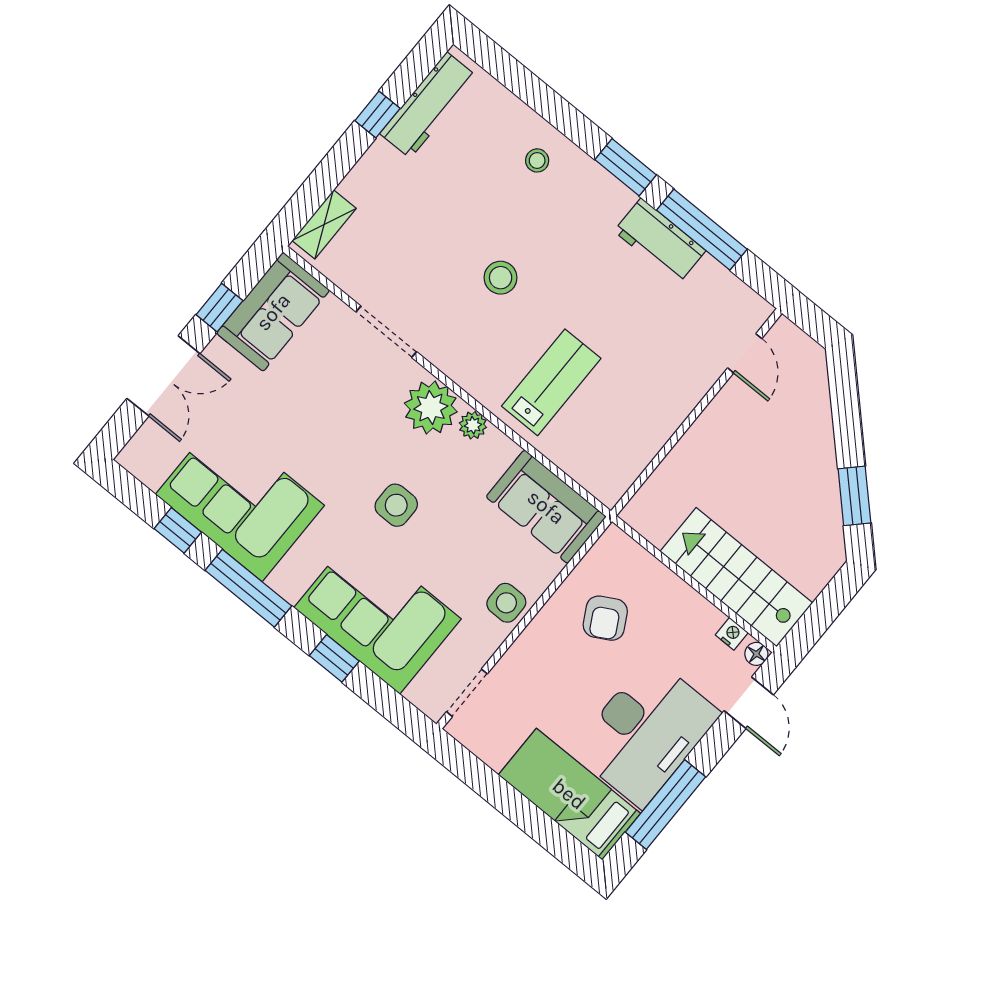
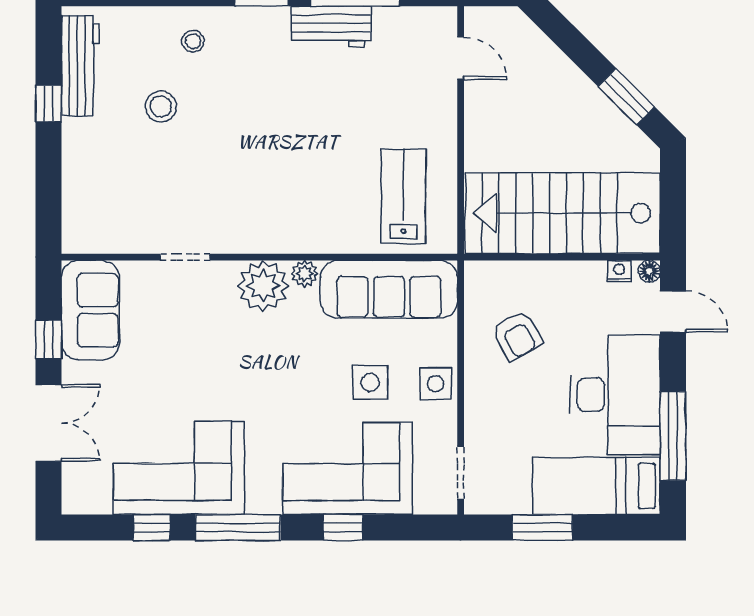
shelving: (324, 224) -> (75, 216), removed
stool: (501, 278) -> (161, 106), moved
doorway: (386, 332) -> (185, 257), width x0.73
lab bench: (551, 382) -> (403, 196), moved
side table: (396, 505) -> (370, 382), moved
sofa: (546, 507) -> (389, 289), width x1.36
stairs: (736, 577) -> (563, 213), width x1.36, depth x1.51
window: (497, 792) -> (542, 527), added

